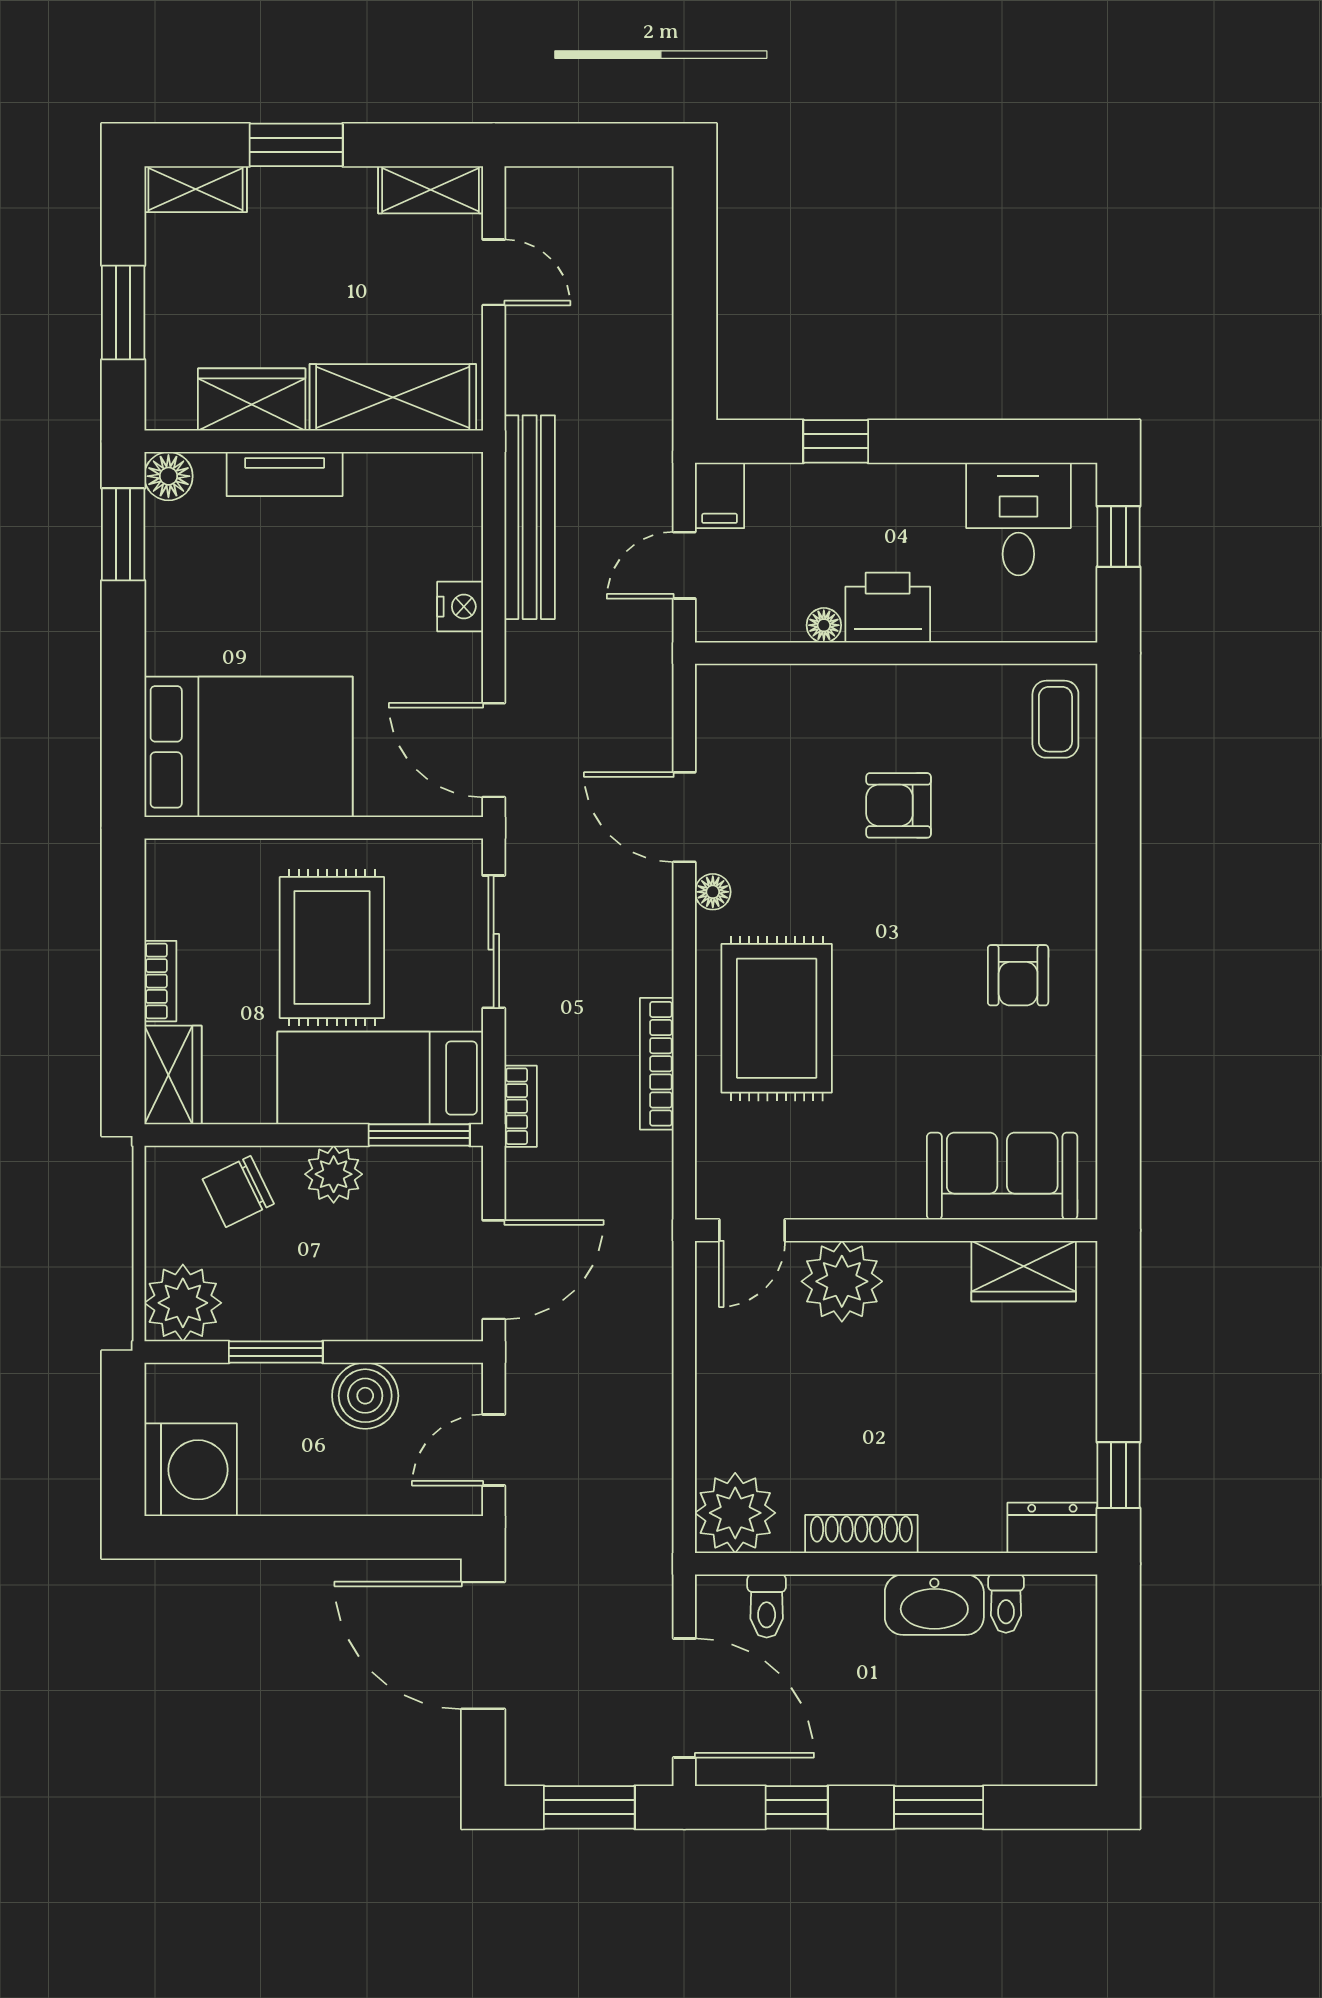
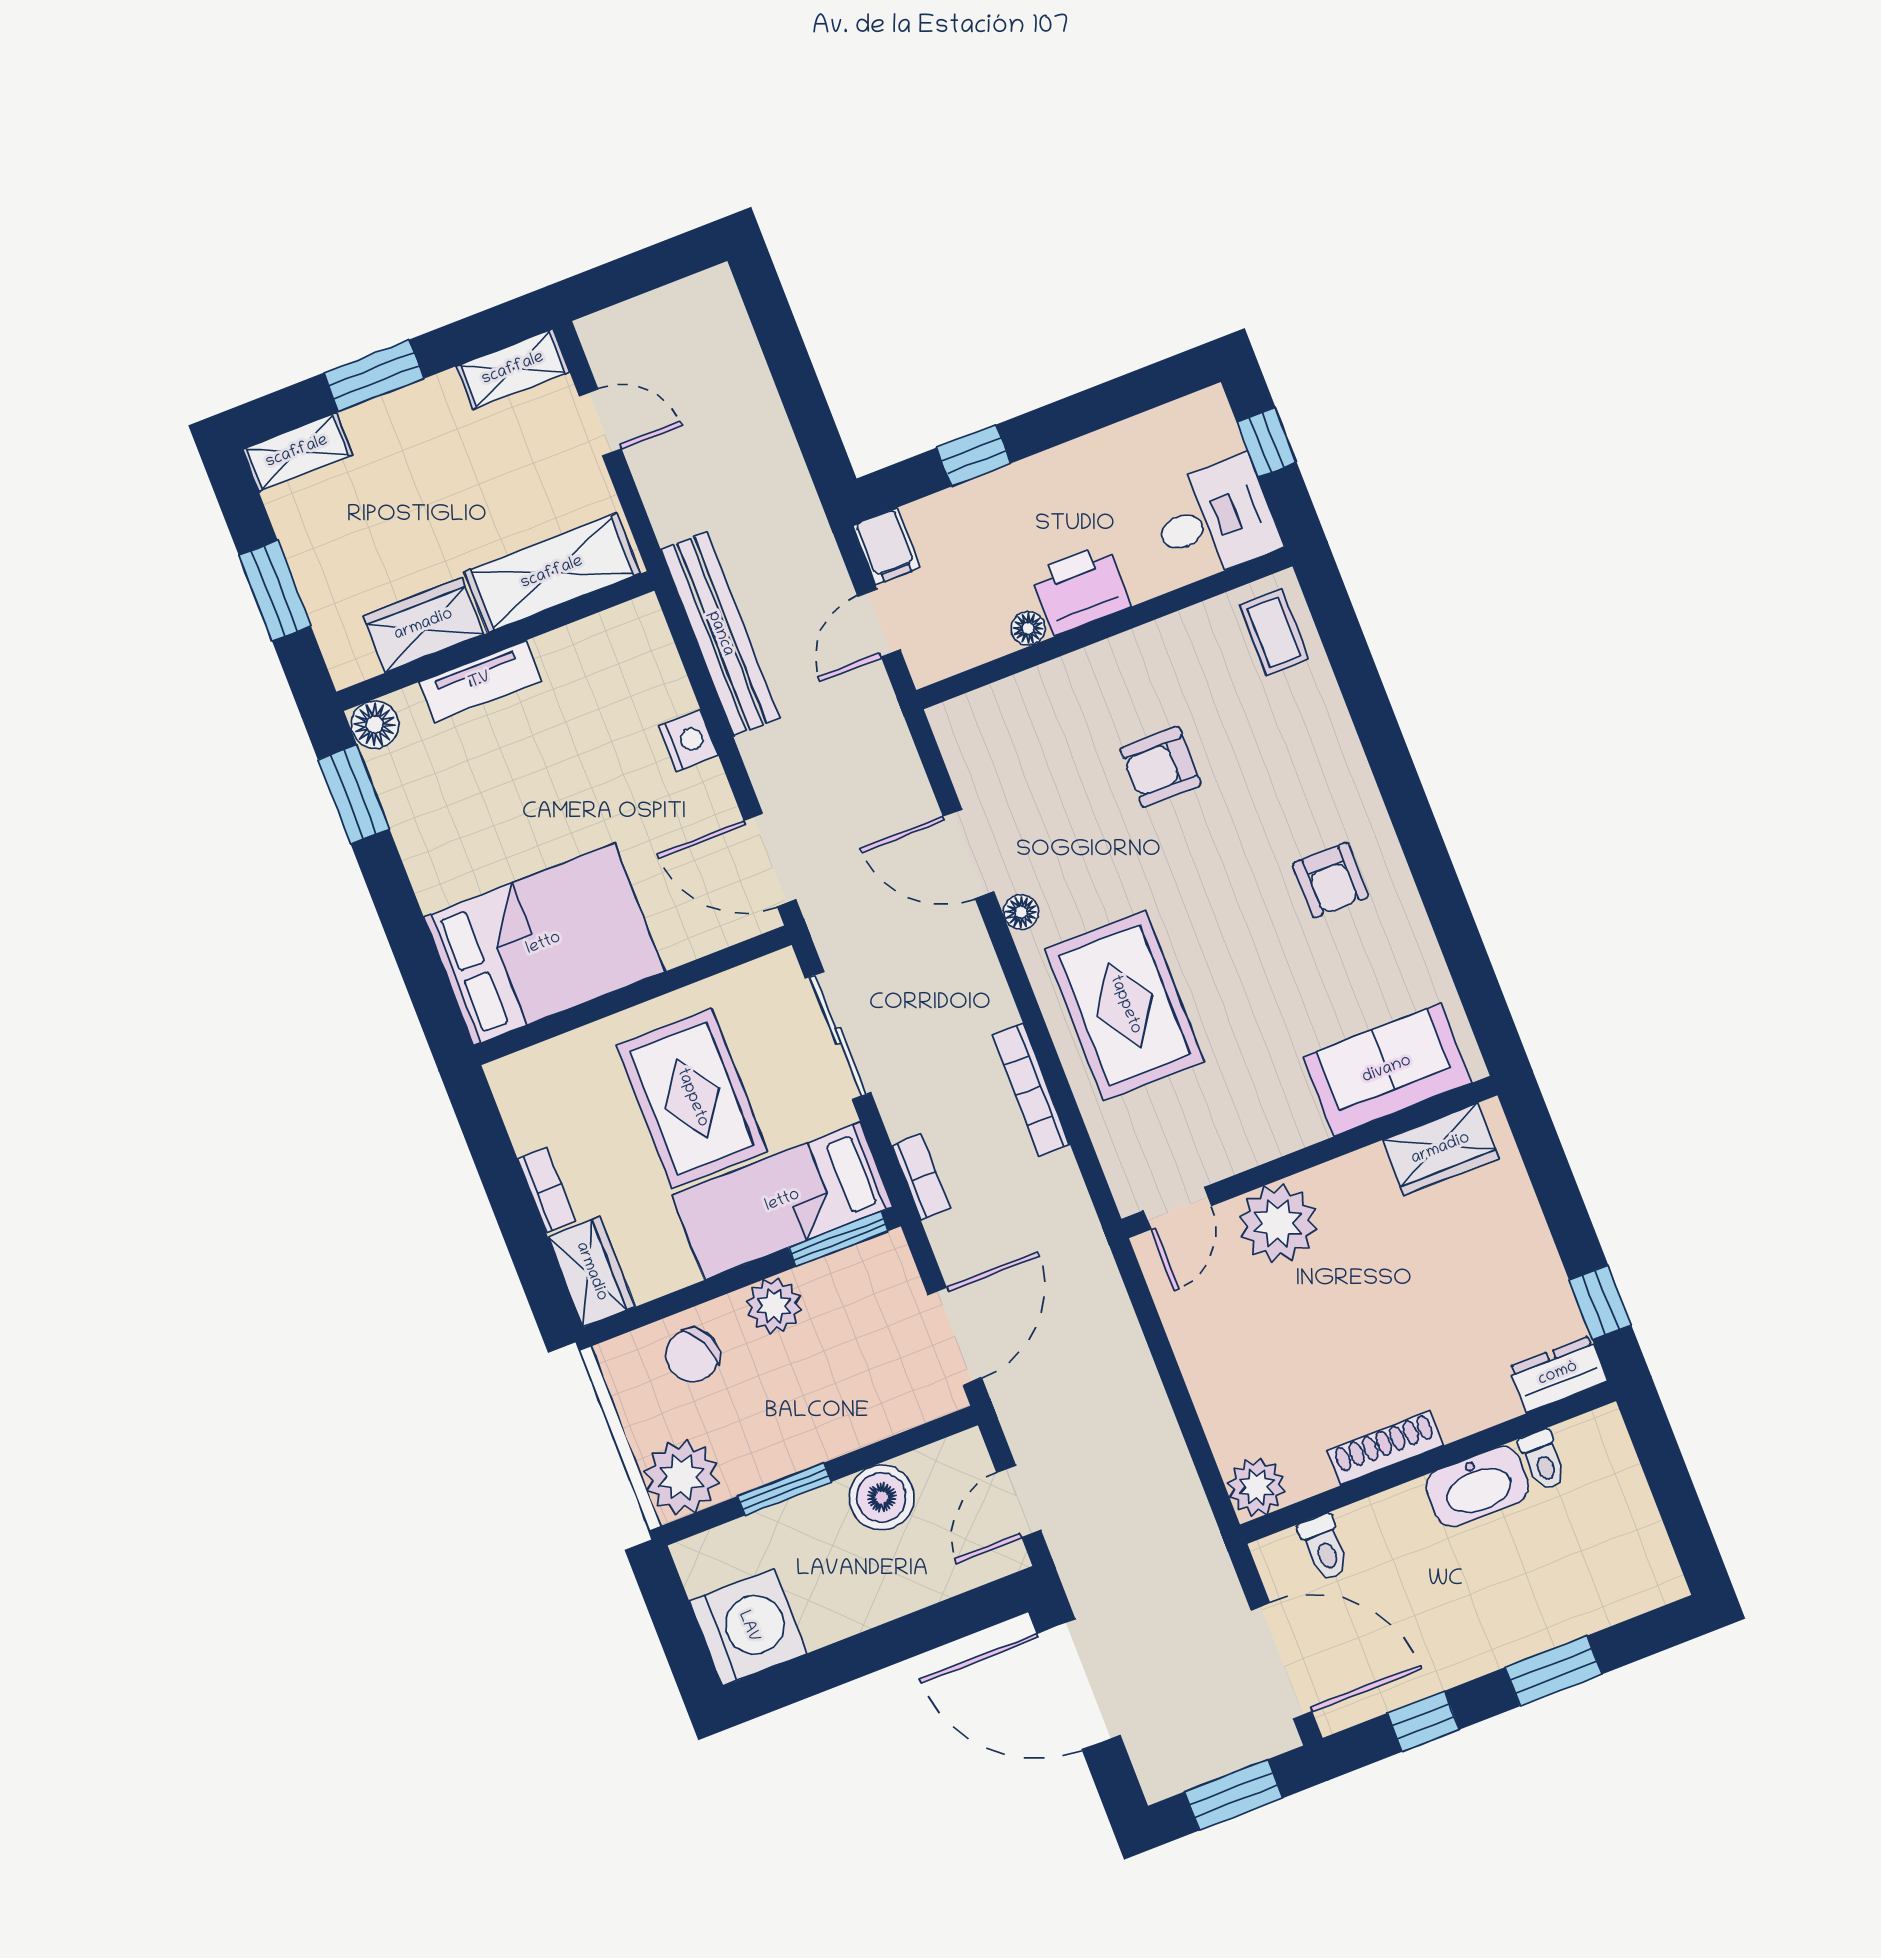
desk: (1018, 519) -> (1214, 519), moved, turned 90
plant: (735, 1513) -> (1256, 1487), width x0.73, depth x0.73

